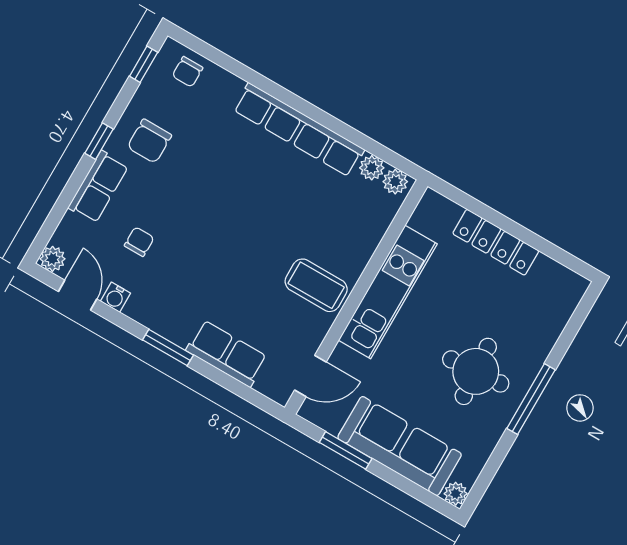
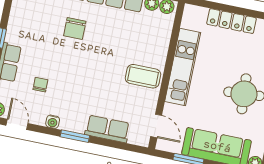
chair: (149, 141) -> (75, 29), moved
water cooler: (116, 297) -> (53, 122), moved
door: (310, 376) -> (156, 126), hinge flipped

